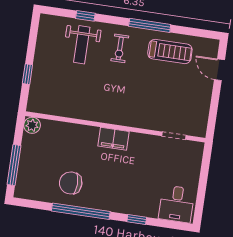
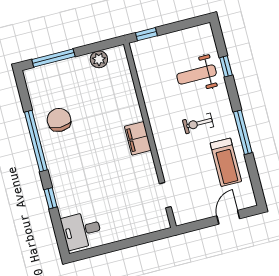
exercise bike: (120, 48) -> (198, 123), moved
wall: (115, 127) -> (150, 135), moved
doorway: (174, 136) -> (165, 195), moved
filing cabinet: (113, 139) -> (138, 138), moved

